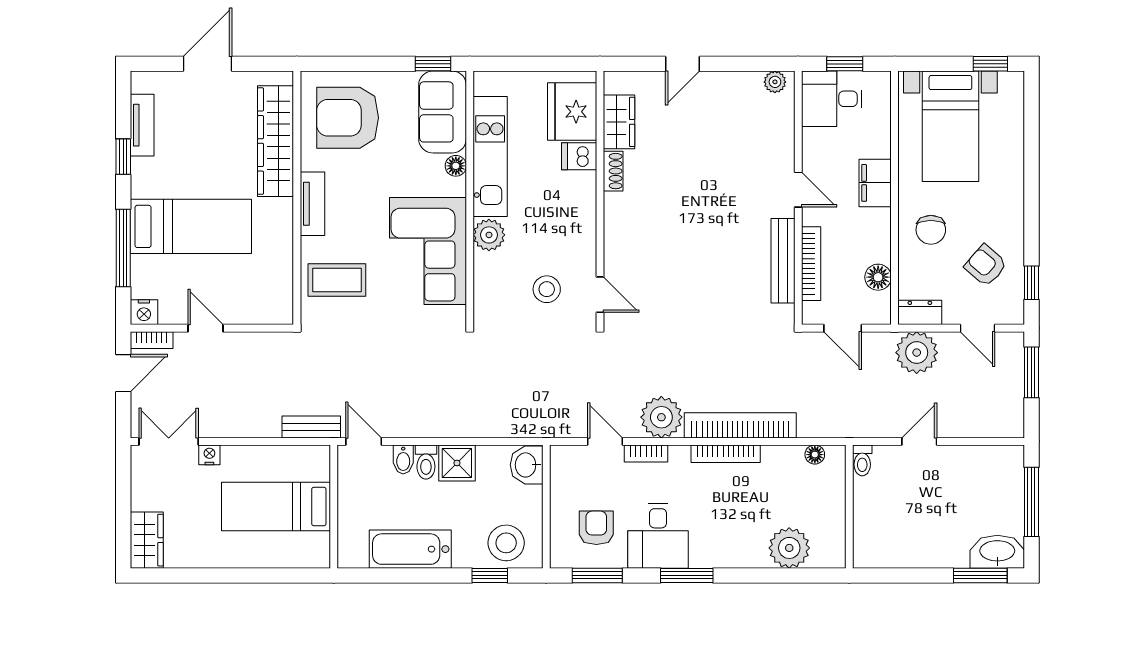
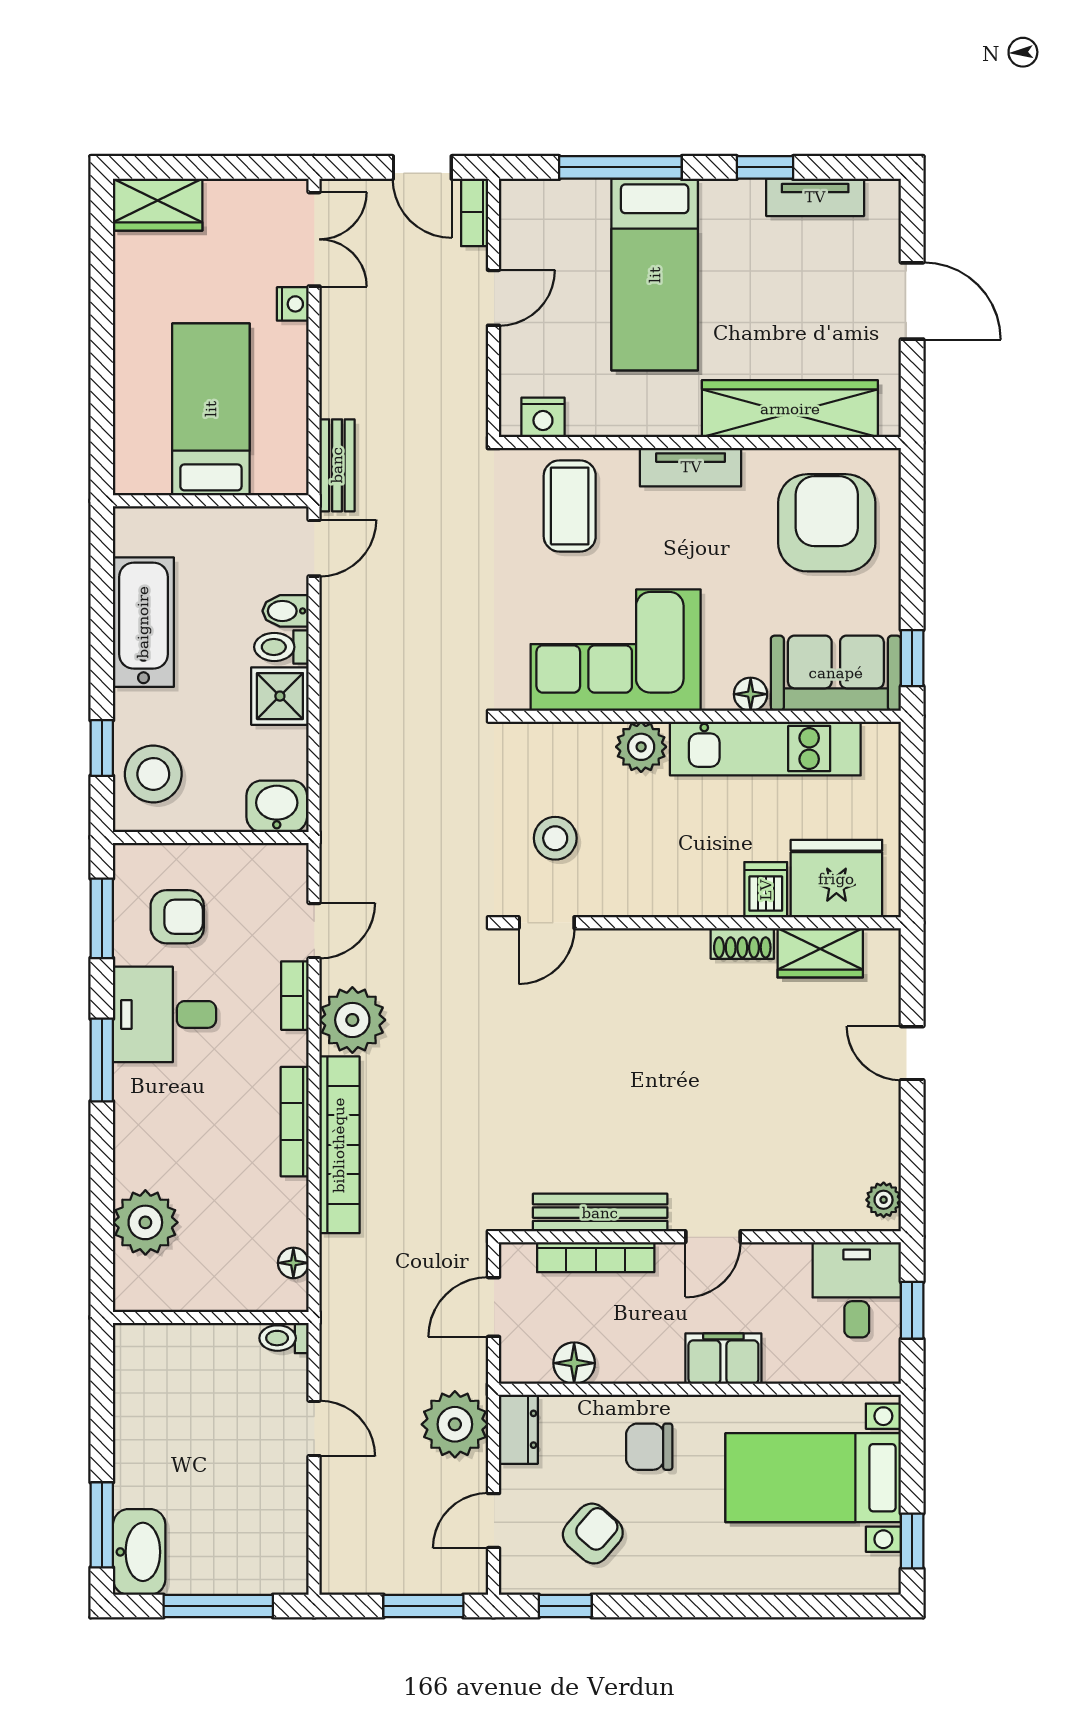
nightstand: (144, 312) -> (543, 417), moved, turned -90

